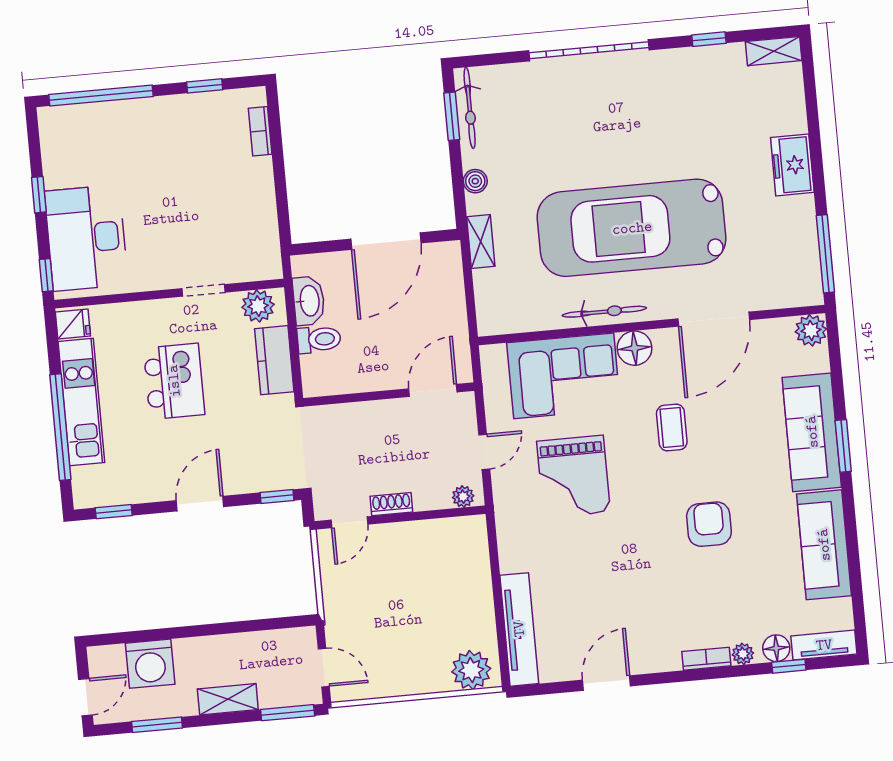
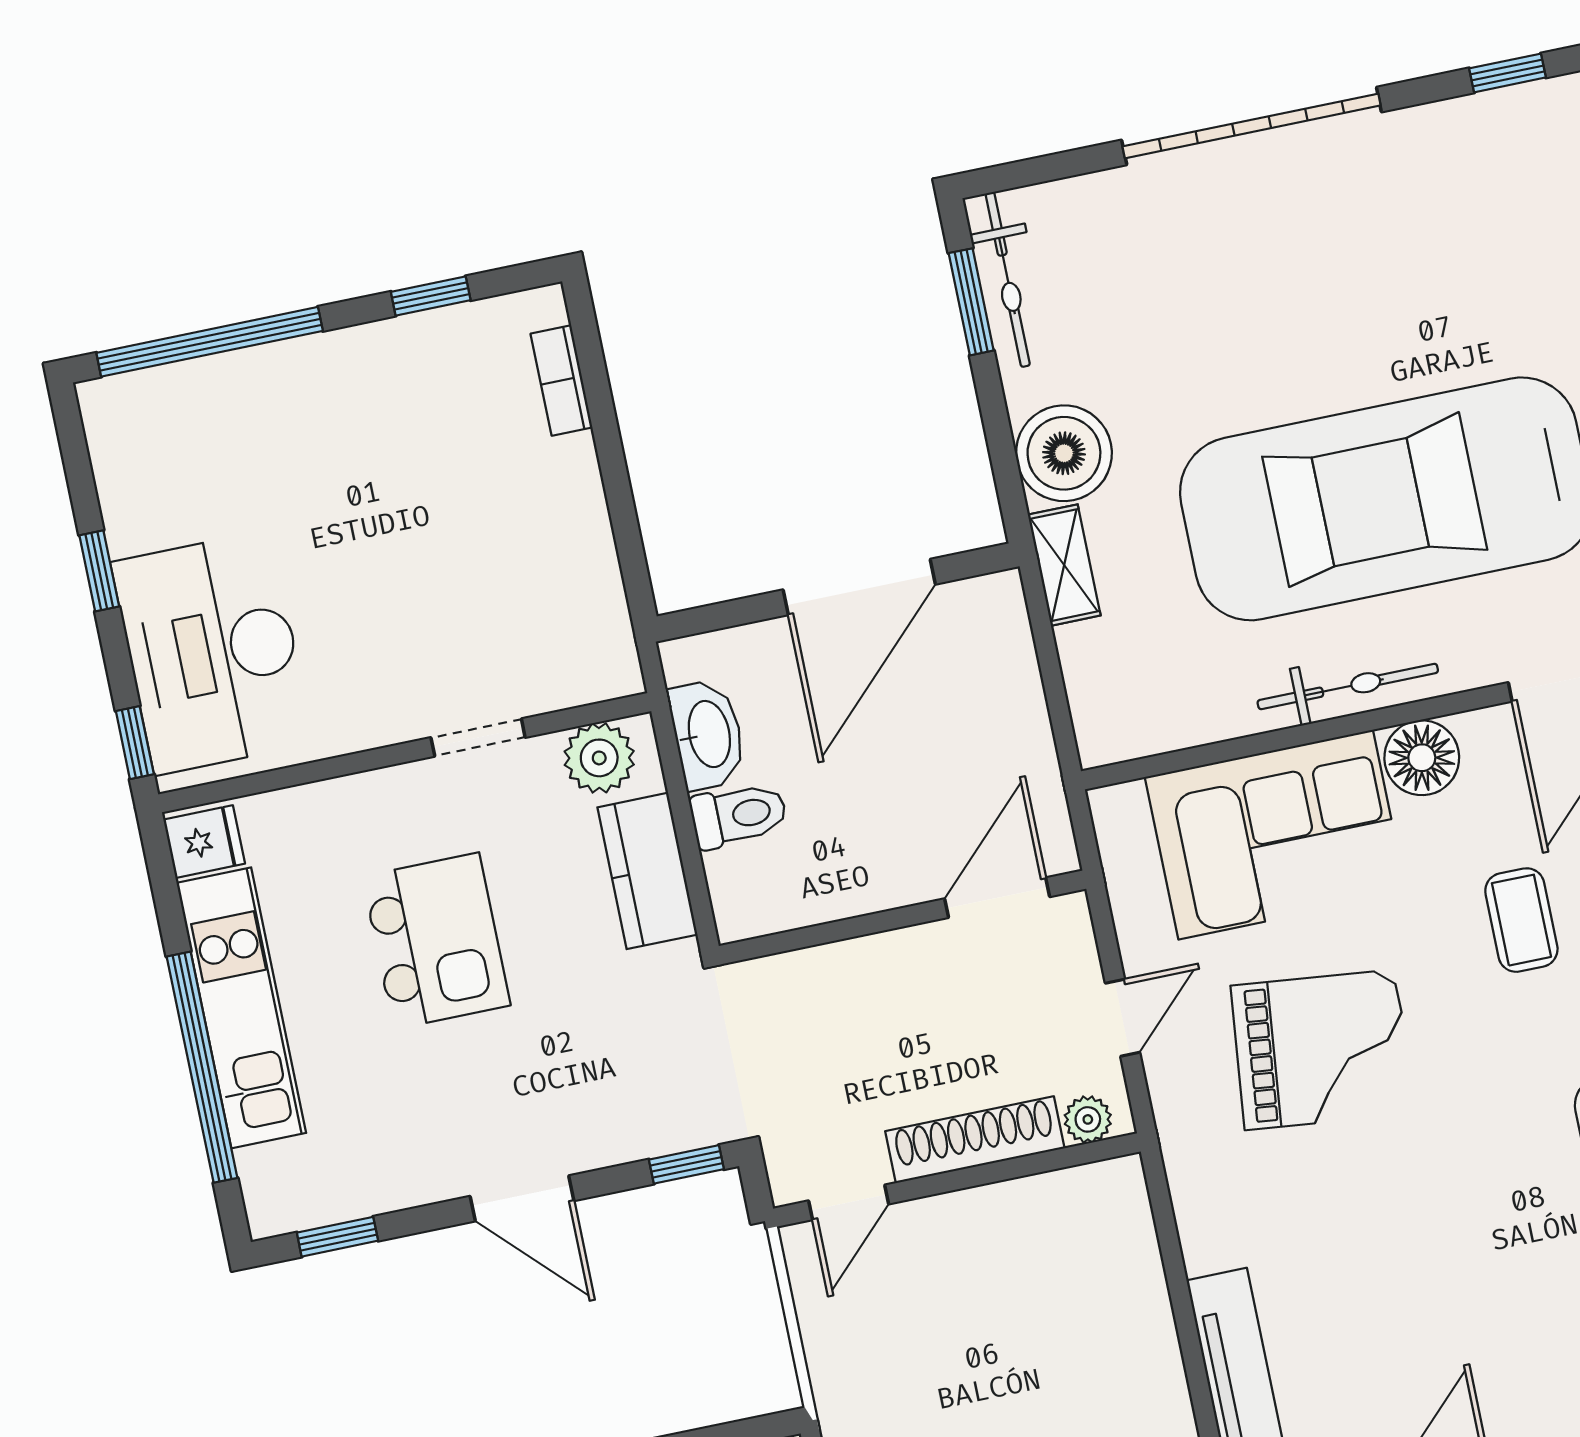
boiler: (475, 181) -> (1064, 453), width x1.86, depth x1.86
grand piano: (573, 477) -> (1321, 1050), turned -84
door: (200, 504) -> (522, 1198), swing flipped
shoe rack: (391, 504) -> (975, 1140), width x1.94, depth x1.24

